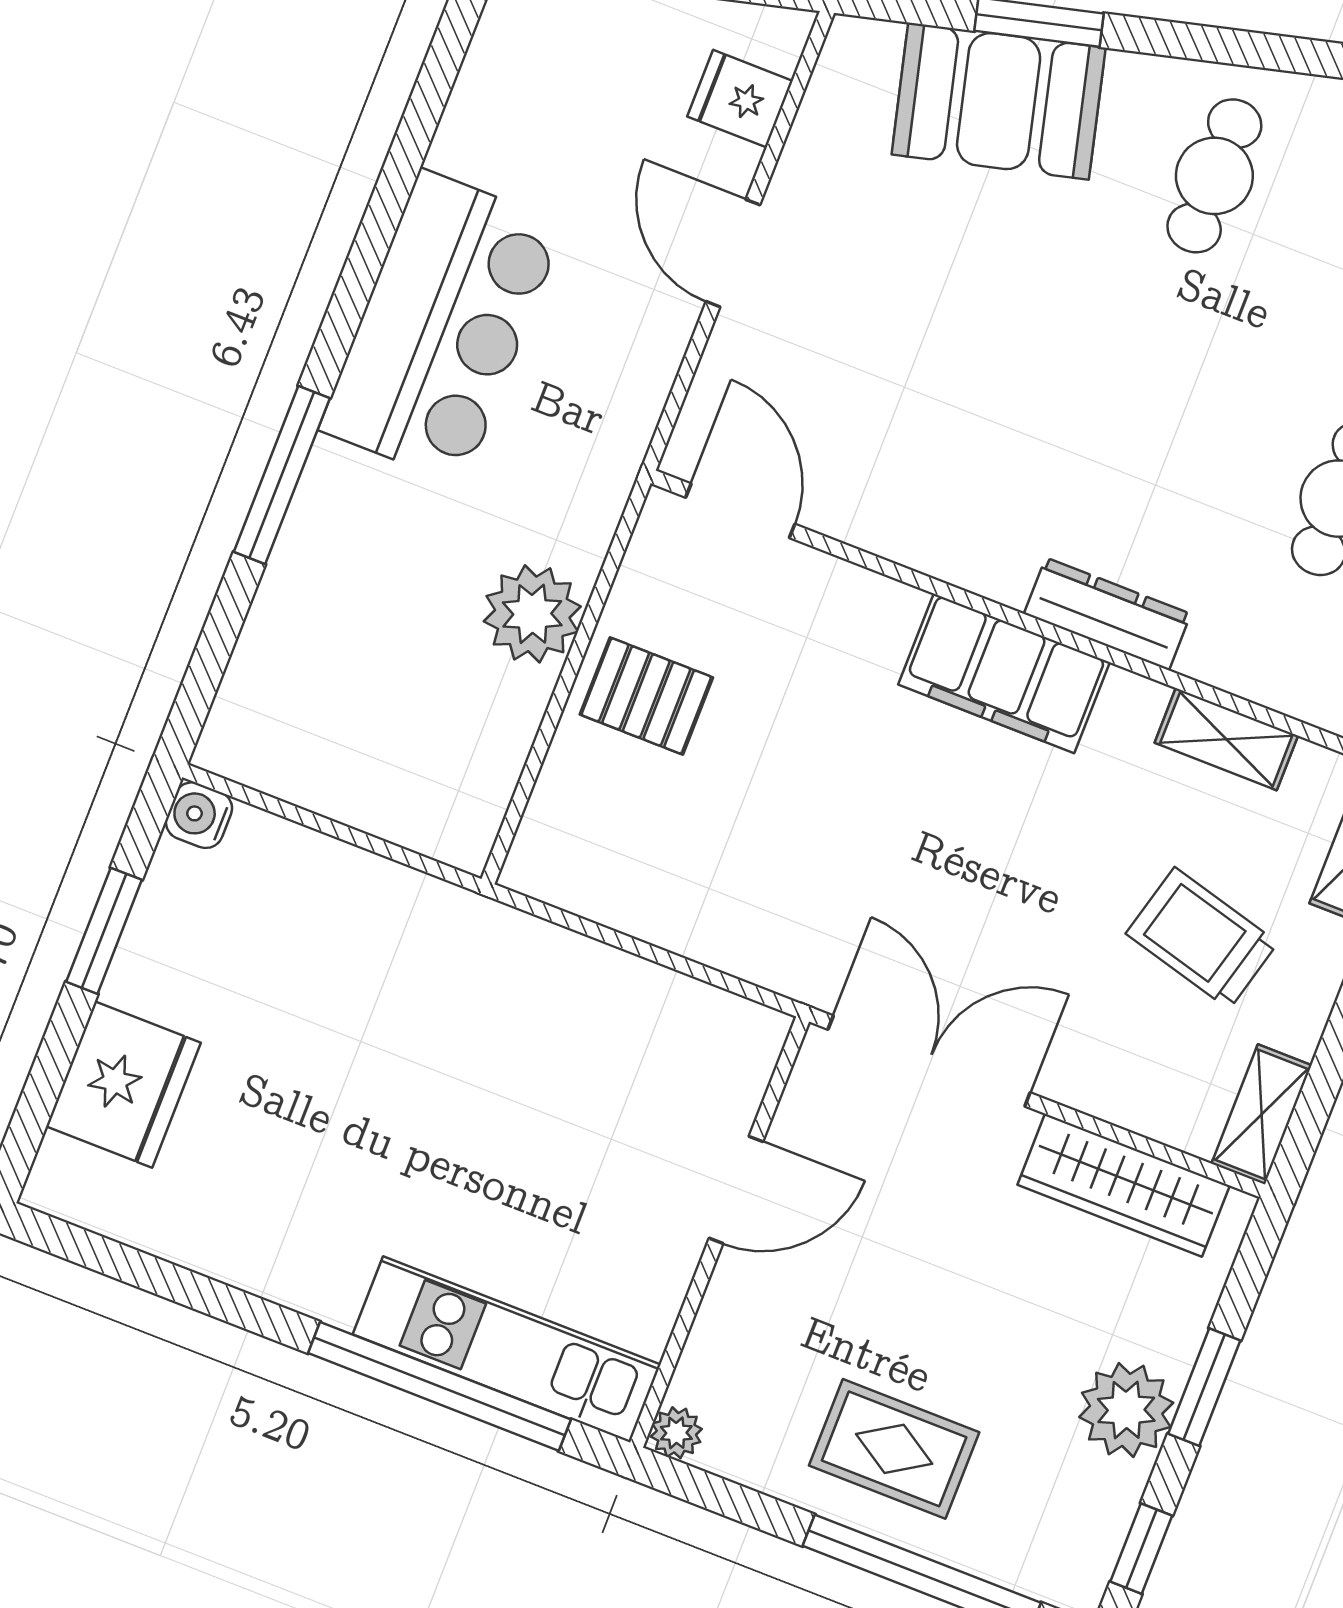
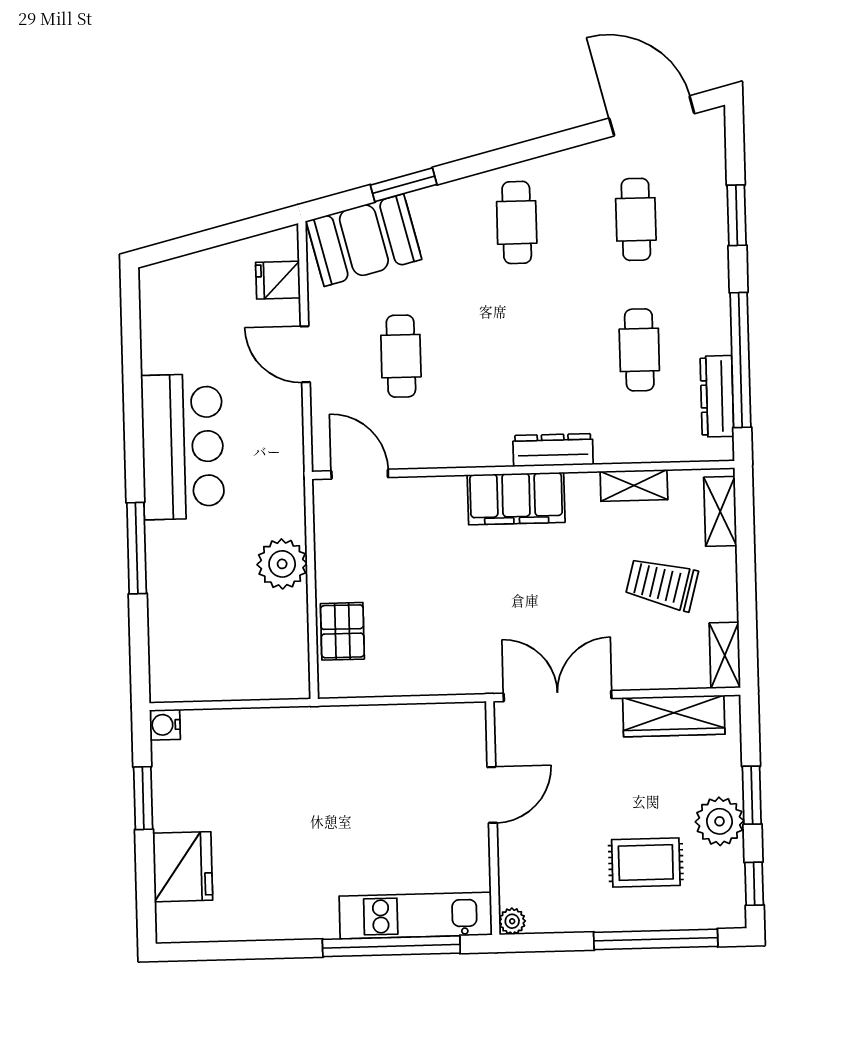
booth: (999, 101) -> (364, 240), moved
cafe table: (904, 329) -> (401, 356), added
pallet: (646, 696) -> (342, 631), moved, turned 90
rug: (894, 1449) -> (646, 863), moved

